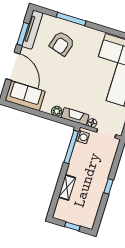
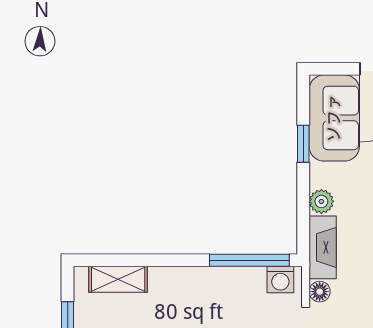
window: (32, 111) -> (303, 144), added
shelving: (67, 187) -> (118, 279), moved

